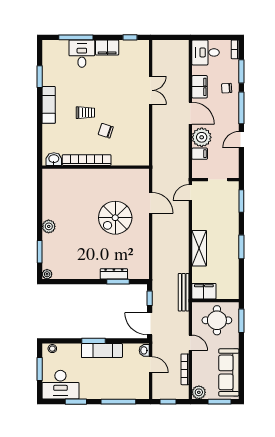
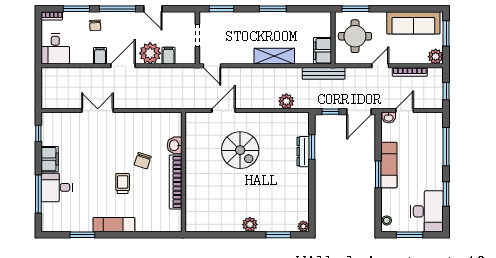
filing cabinet: (200, 87) -> (100, 56), width x0.50
washbasin: (54, 159) -> (175, 145), moved
plant: (159, 259) -> (286, 101), added

